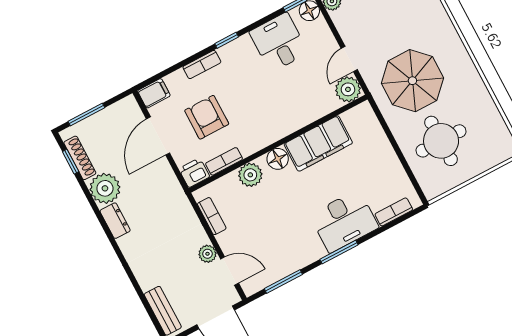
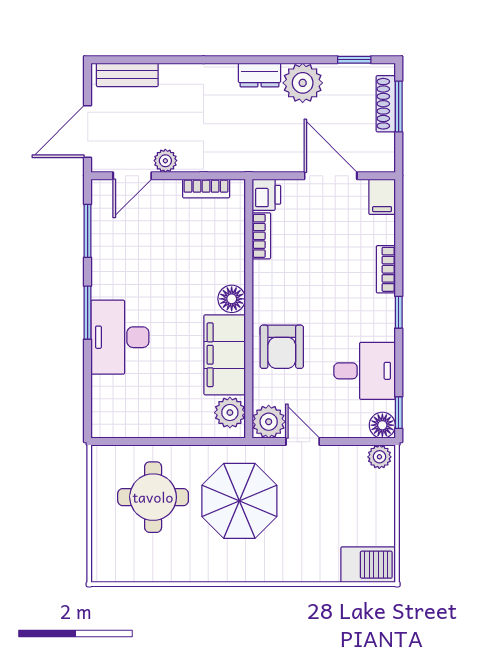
armchair: (207, 117) -> (282, 347), moved, turned 90
shoe rack: (80, 158) -> (386, 104), moved, turned 90
plant: (250, 175) -> (230, 413), moved
bookcase: (394, 212) -> (100, 400), removed

